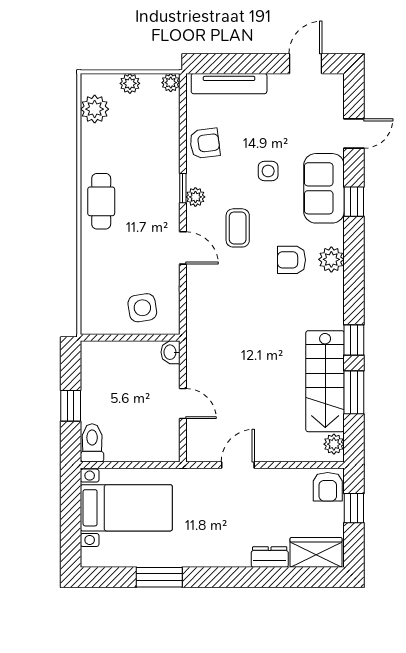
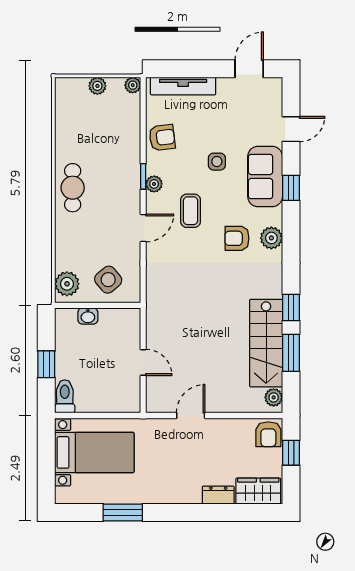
plant: (95, 109) -> (67, 284), moved
door: (183, 248) -> (143, 228), hinge flipped
side table: (142, 308) -> (108, 280), turned -31
washbasin: (171, 352) -> (88, 316), moved, turned -90

